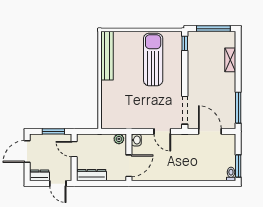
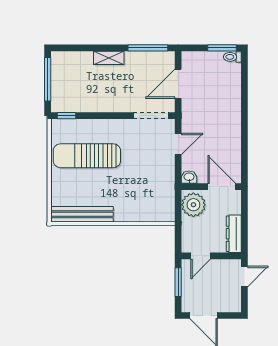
shelving: (230, 60) -> (109, 58), moved
plant: (119, 139) -> (193, 205), width x1.88, depth x1.88
dresser: (40, 175) -> (234, 300), removed

